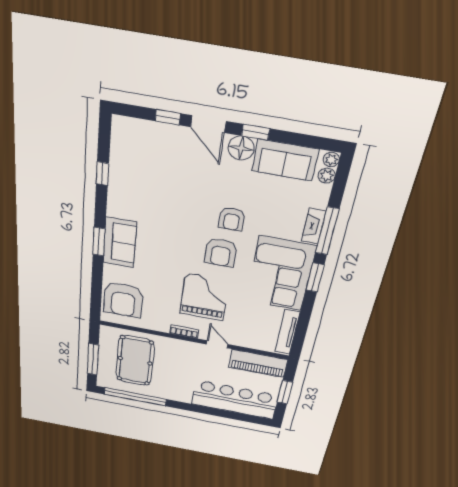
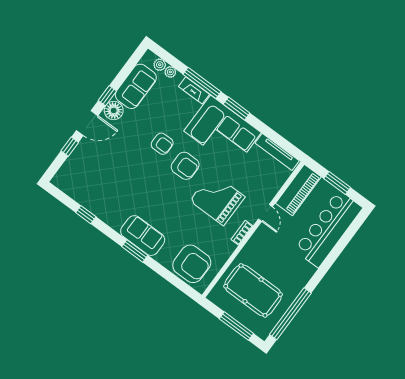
plant: (331, 160) -> (170, 72), moved
door: (217, 344) -> (265, 213), swing flipped

